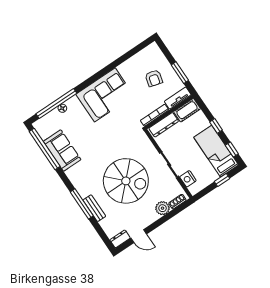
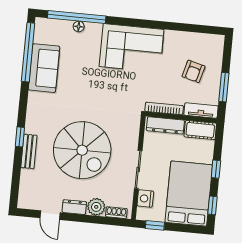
bed: (216, 151) -> (189, 194), width x1.50
window: (222, 180) -> (155, 225), moved
window: (82, 204) -> (20, 137), width x0.46
dresser: (120, 239) -> (74, 207), moved

